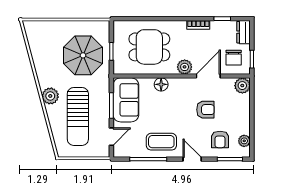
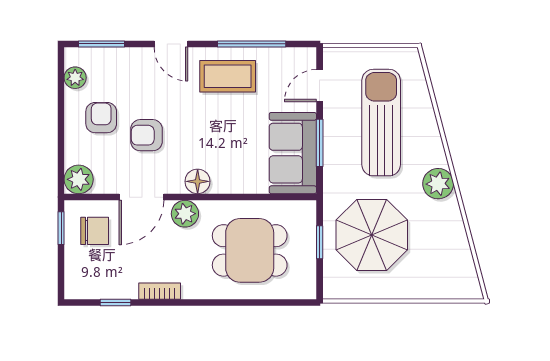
dresser: (244, 32) -> (76, 278), removed
chair: (234, 58) -> (95, 231), turned 90
floor lamp: (161, 84) -> (198, 181), moved
plant: (50, 96) -> (438, 184), moved
armchair: (220, 140) -> (101, 118), moved

